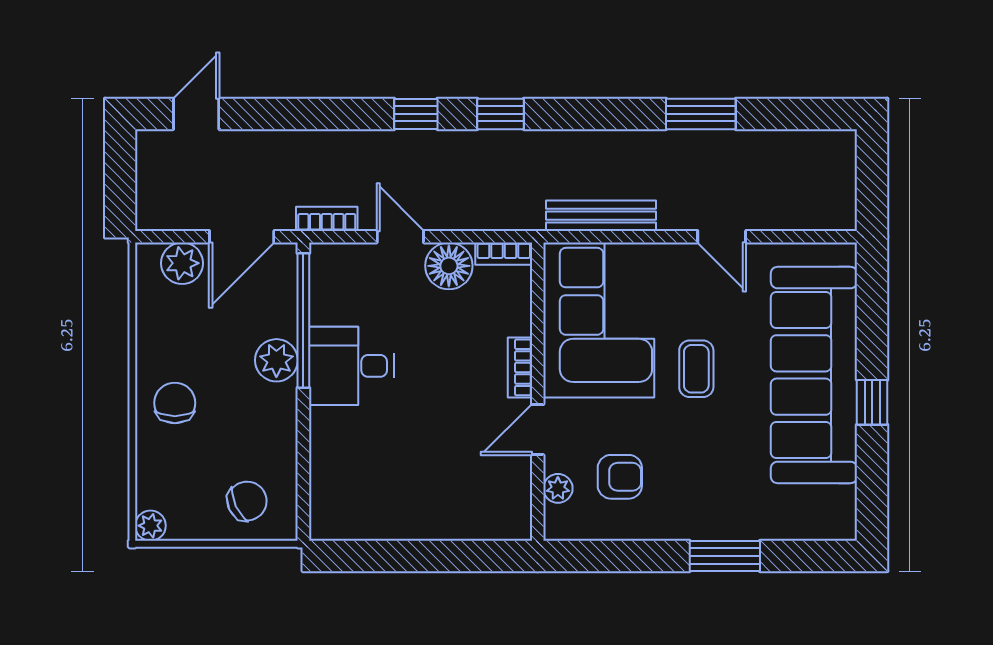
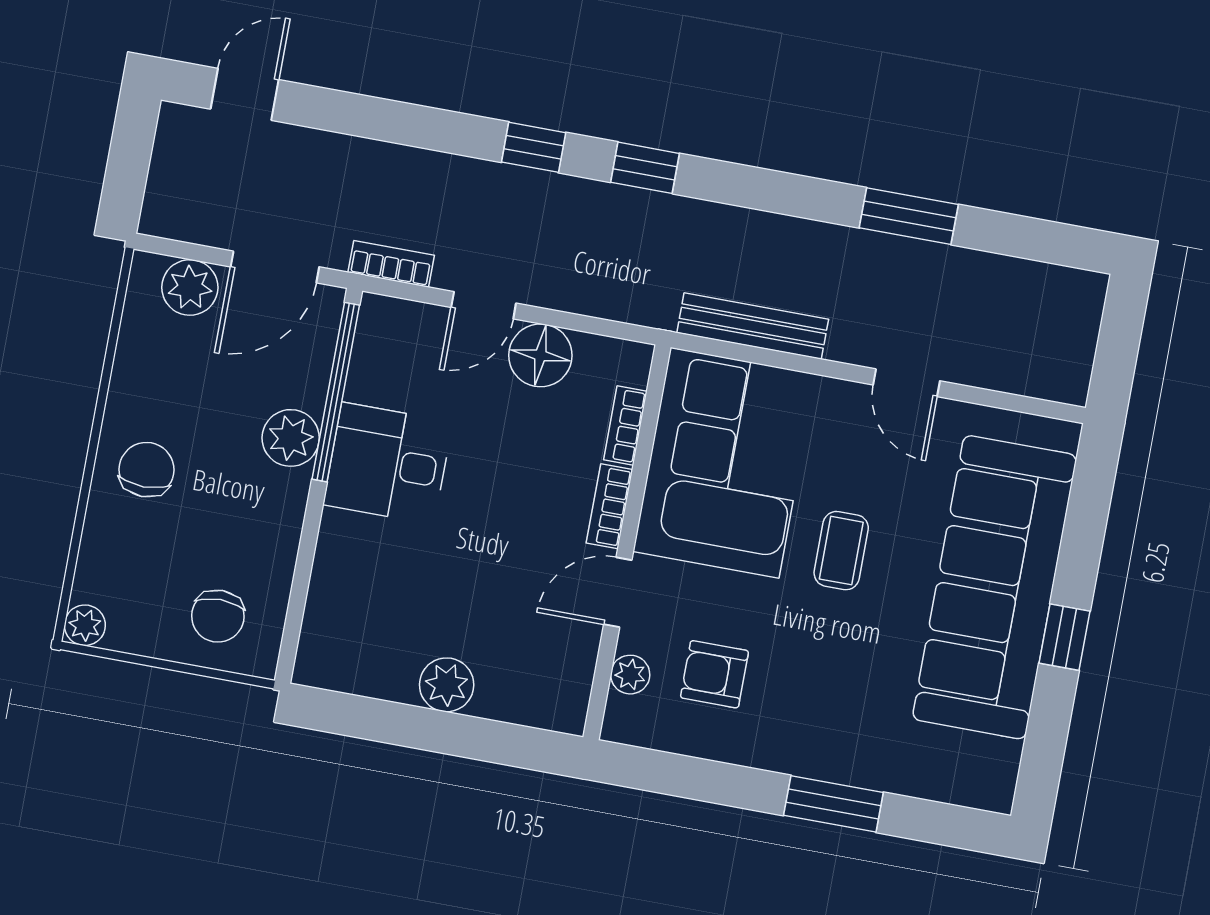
door: (400, 237) -> (484, 305), swing flipped
bookcase: (504, 254) -> (625, 426), moved, turned 90
armchair: (620, 477) -> (714, 674), turned 180
chair: (247, 501) -> (218, 616), turned 115
plant: (424, 521) -> (447, 685), added

